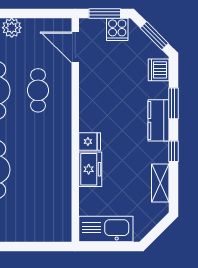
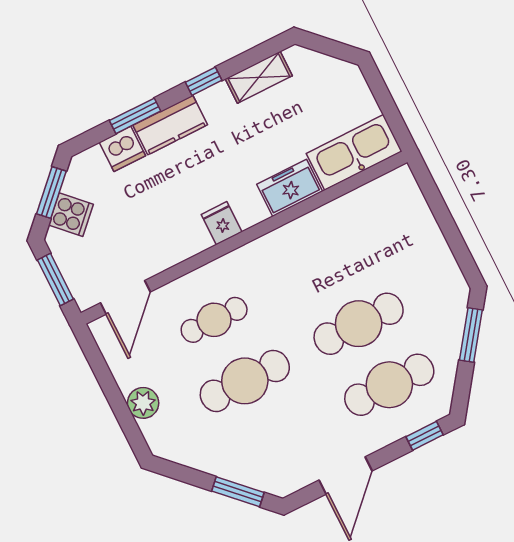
cooker: (117, 29) -> (71, 215), moved, turned 45
dishwasher: (159, 70) -> (122, 149), moved
fridge: (90, 141) -> (222, 223), moved
kitchen sink: (106, 229) -> (354, 152), moved, turned 90

